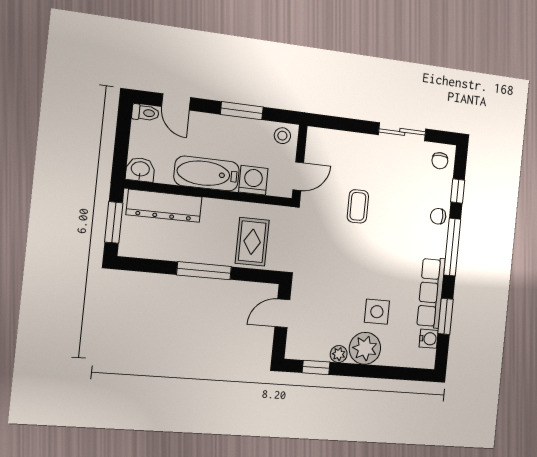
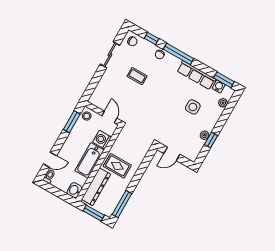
window: (242, 111) -> (72, 122), moved
coffee table: (358, 206) -> (137, 76), moved
rug: (252, 242) -> (117, 166), moved
window: (204, 271) -> (122, 204), moved
door: (282, 313) -> (172, 154), hinge flipped
window: (445, 316) -> (224, 80), moved
plant: (365, 348) -> (223, 103), moved, width x0.53, depth x0.53
window: (316, 367) -> (211, 140), moved

